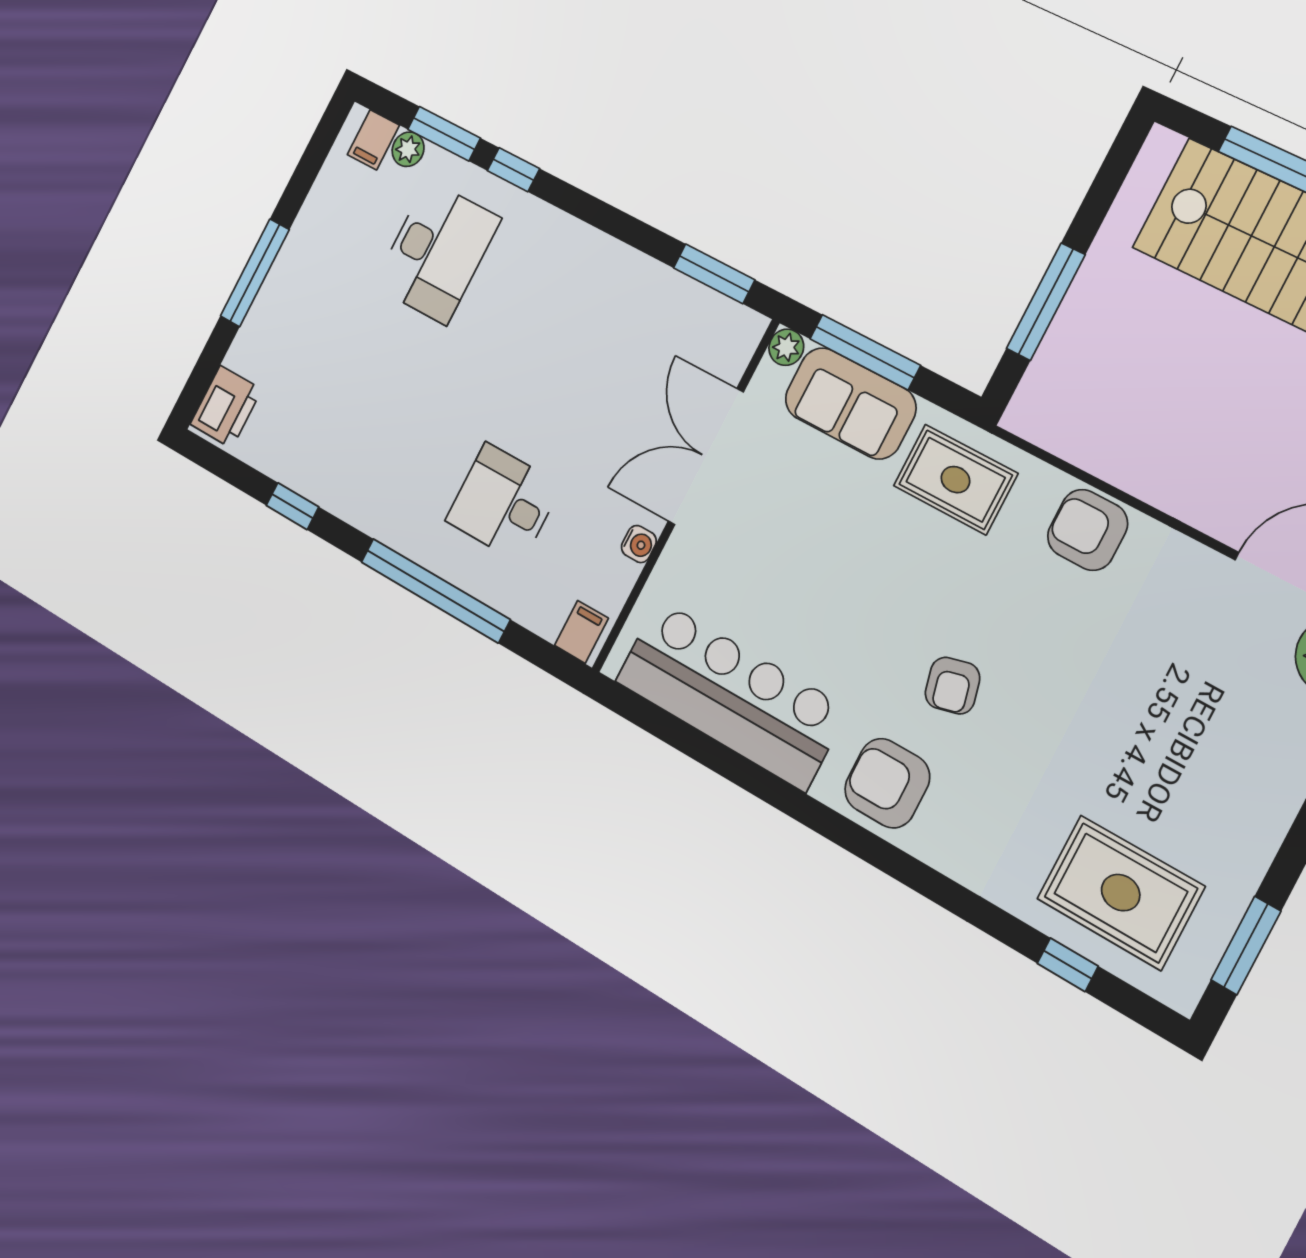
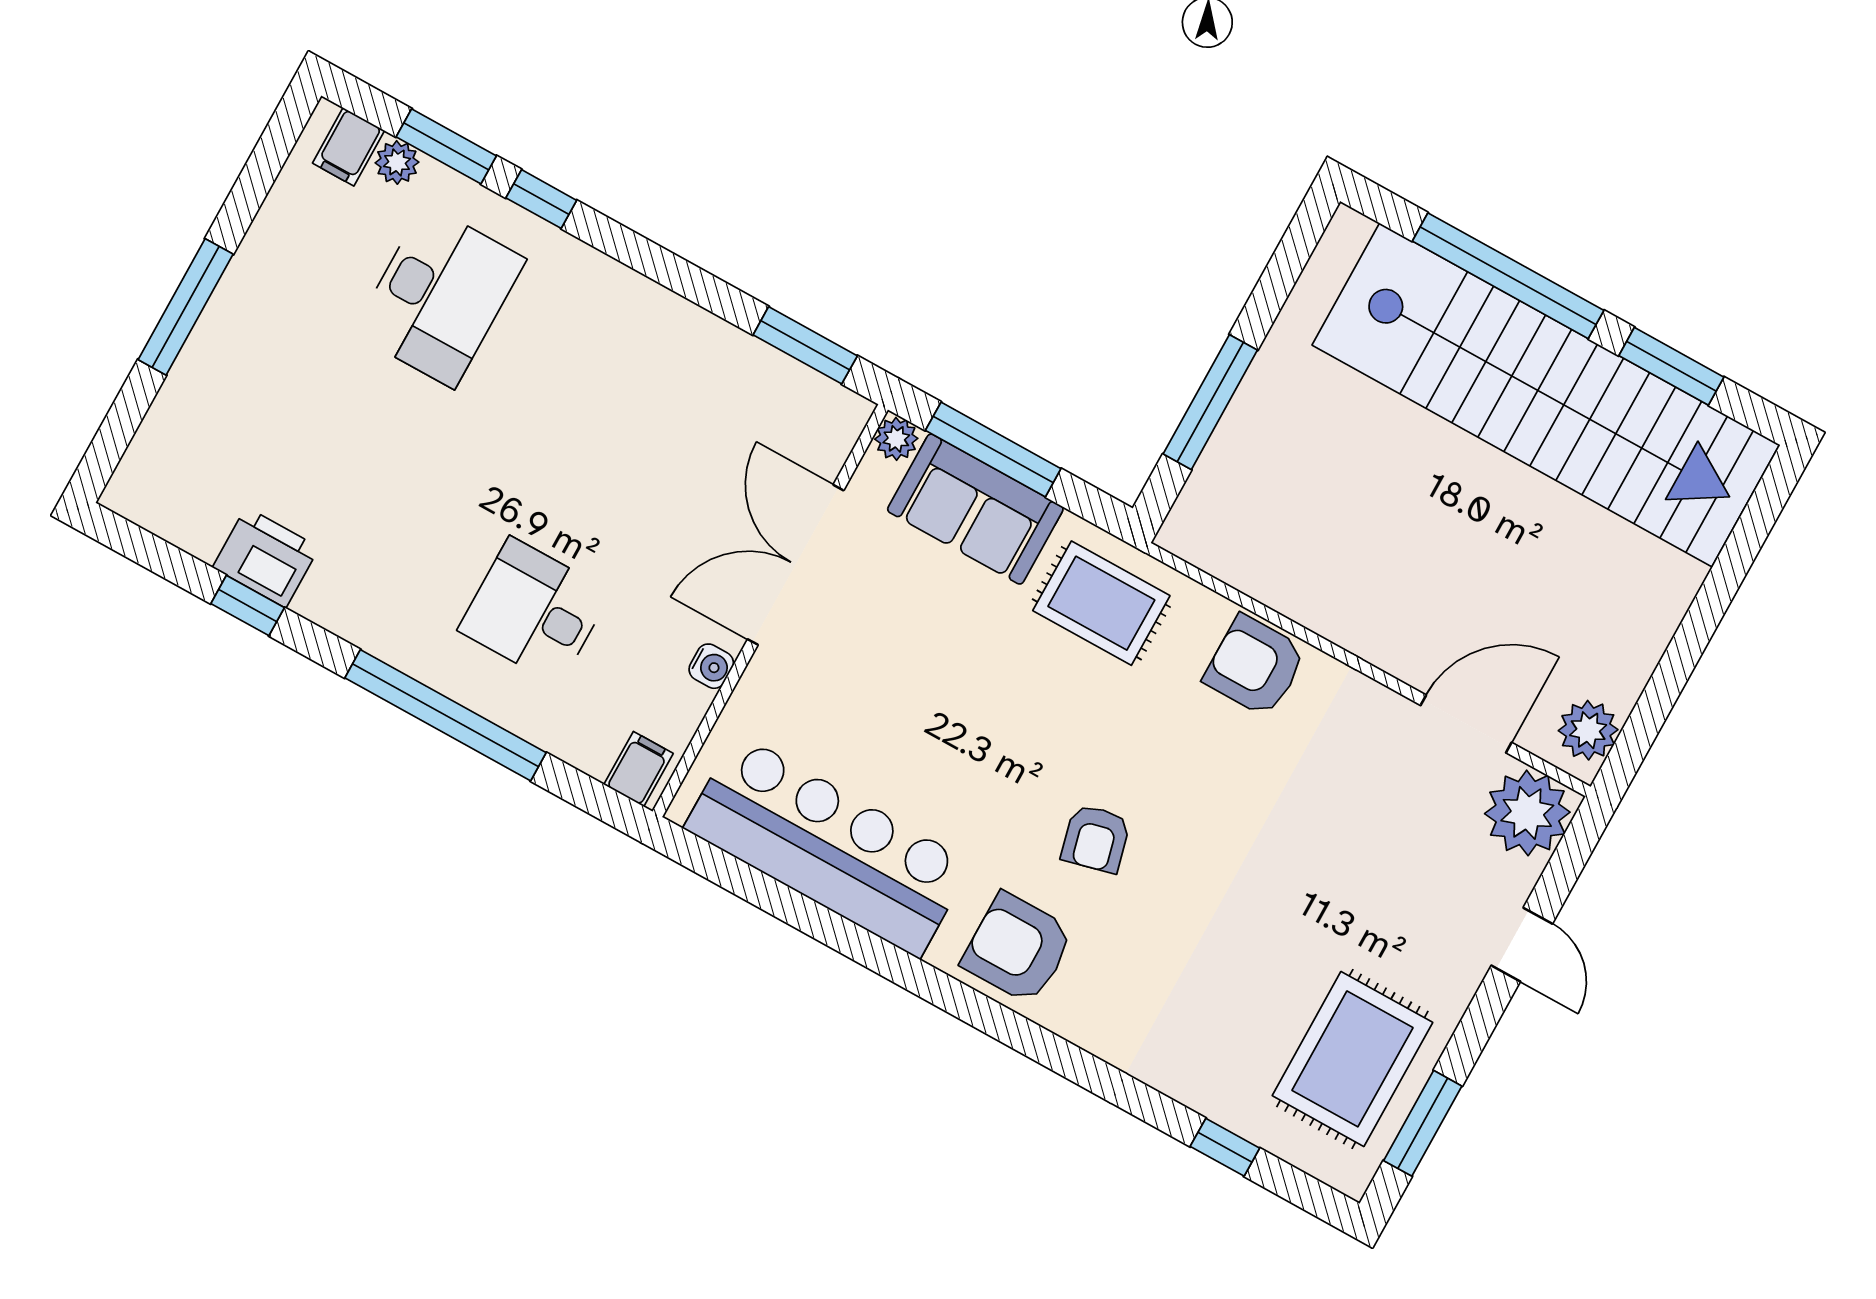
printer: (226, 407) -> (266, 557), moved, turned -90
rug: (1121, 893) -> (1352, 1059), moved, turned 90

